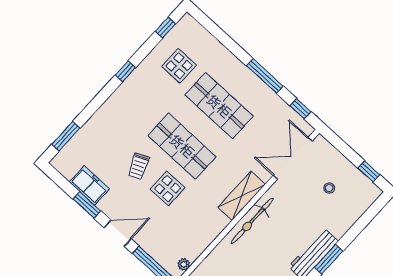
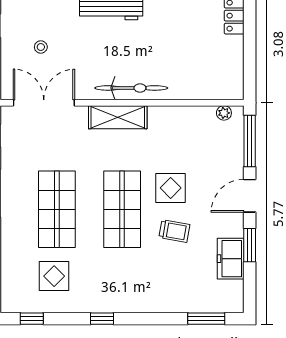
double door: (293, 158) -> (44, 103), swing flipped
trolley: (139, 166) -> (174, 231), turned 34
door: (118, 233) -> (250, 196), hinge flipped

